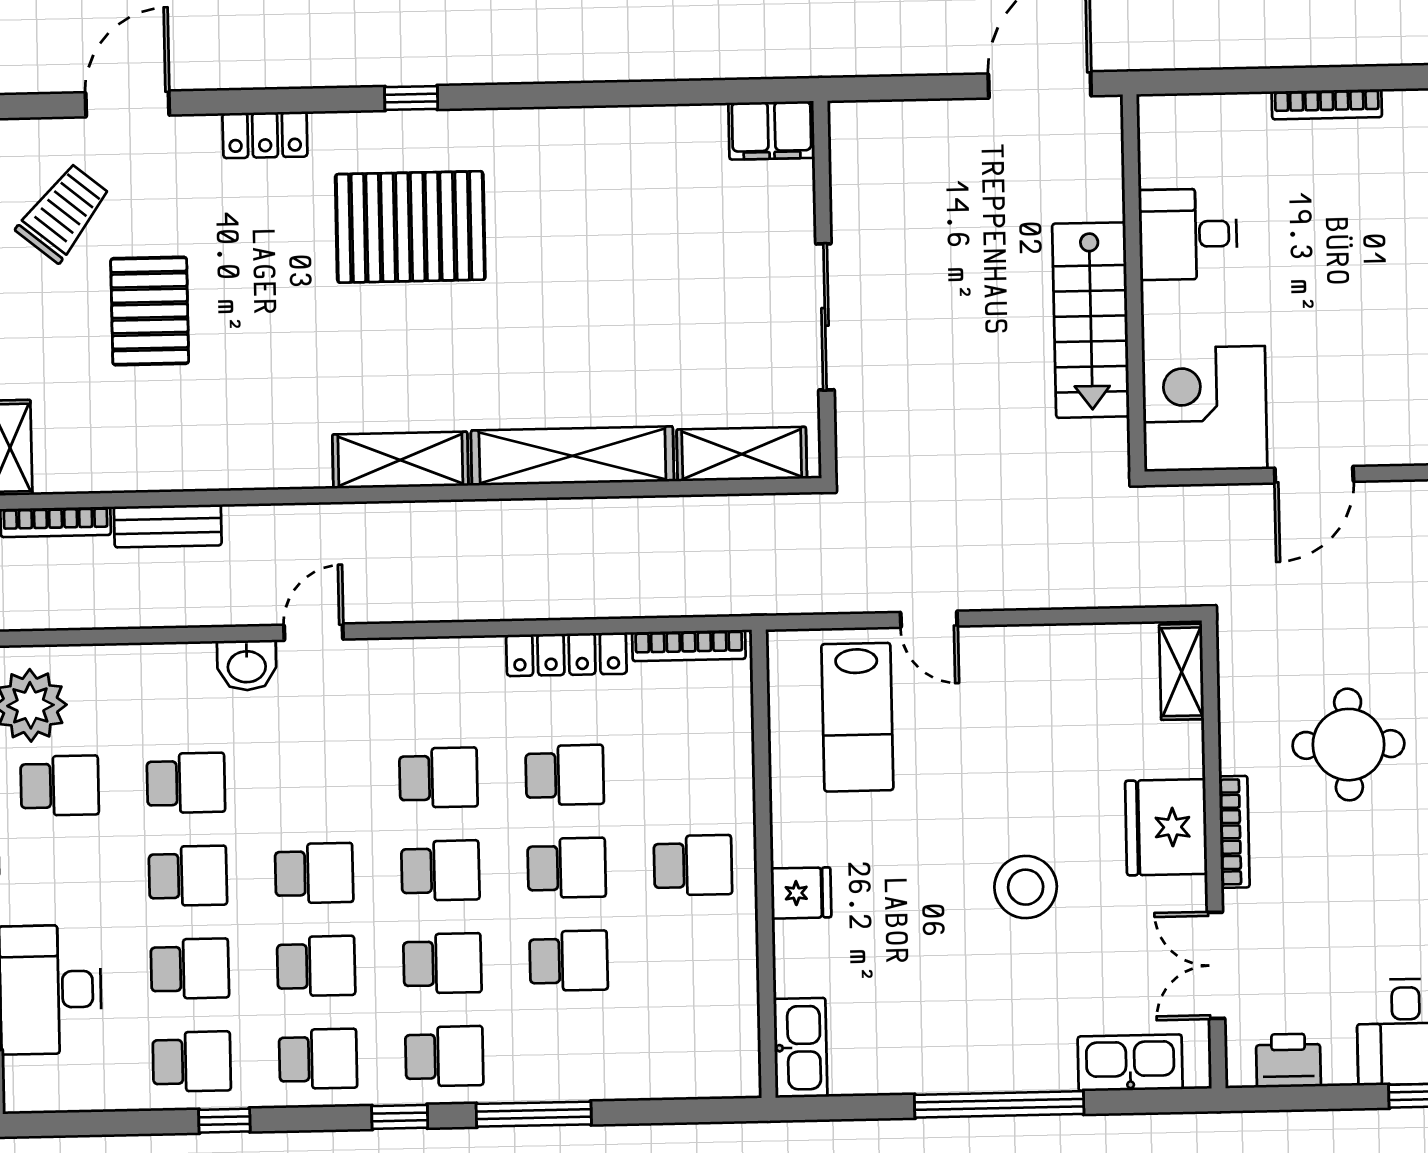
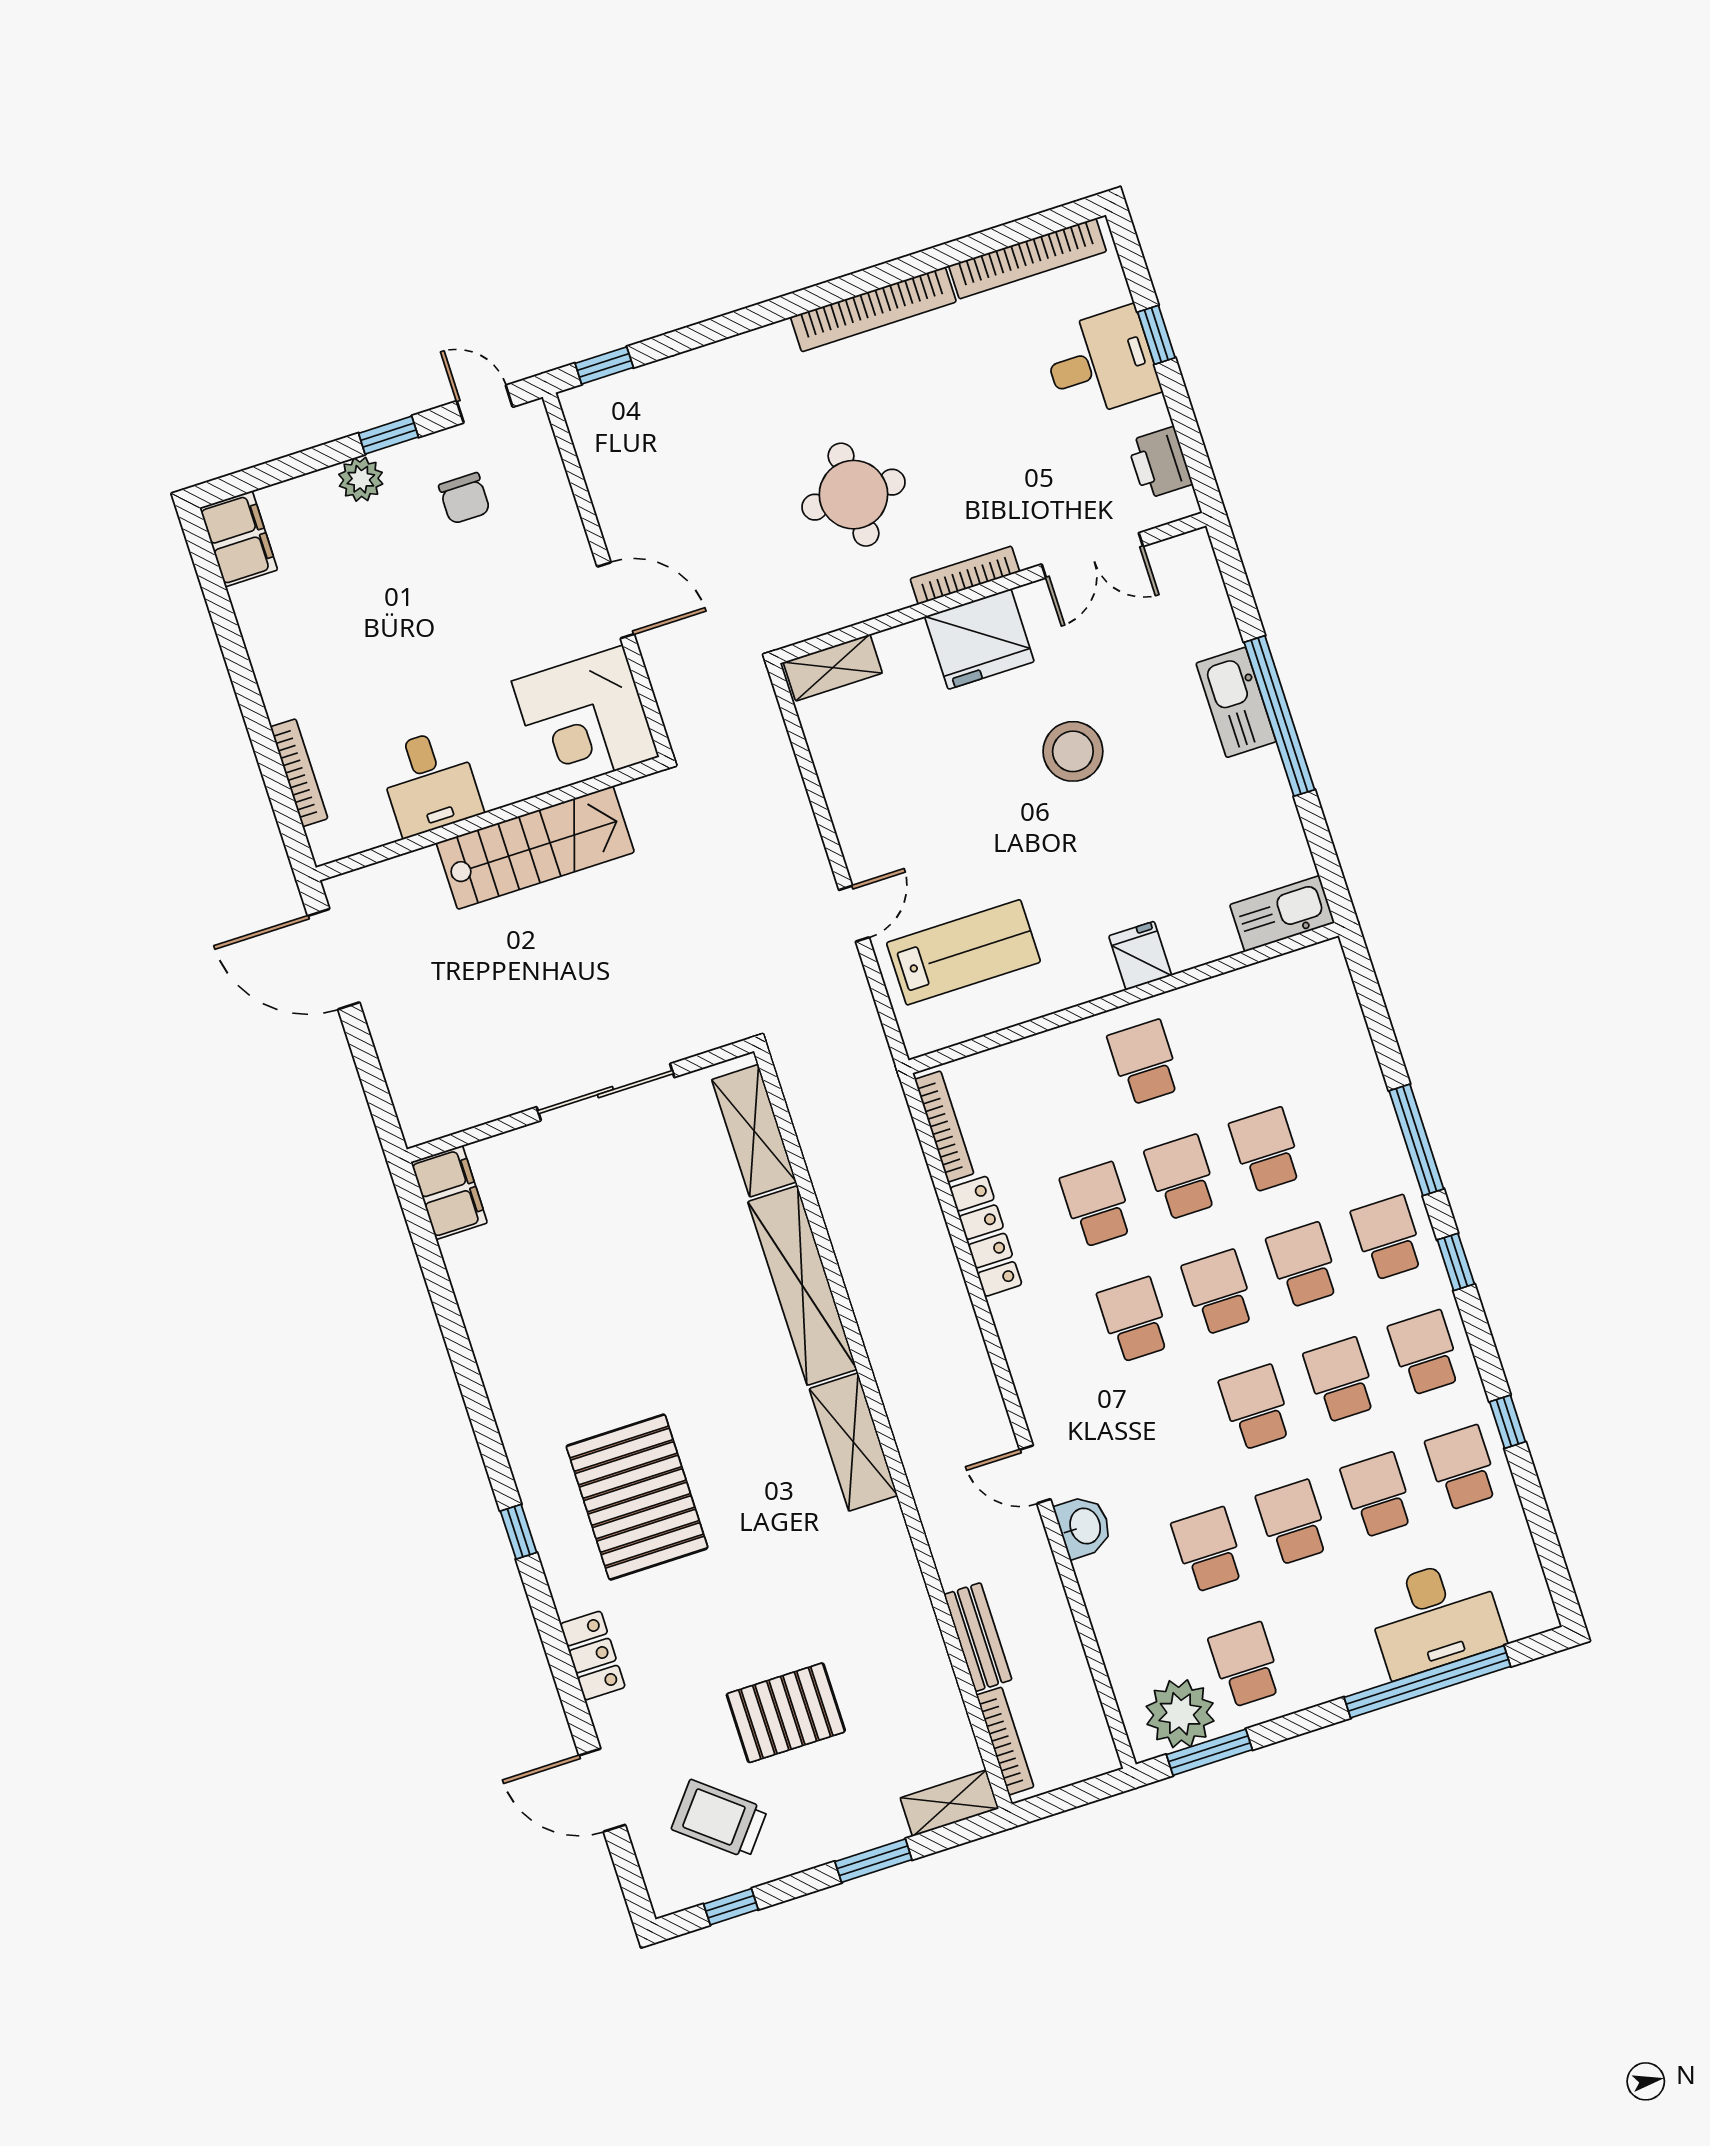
bookcase: (1327, 104) -> (299, 773), moved
kitchen sink: (1130, 1063) -> (1236, 702), moved

